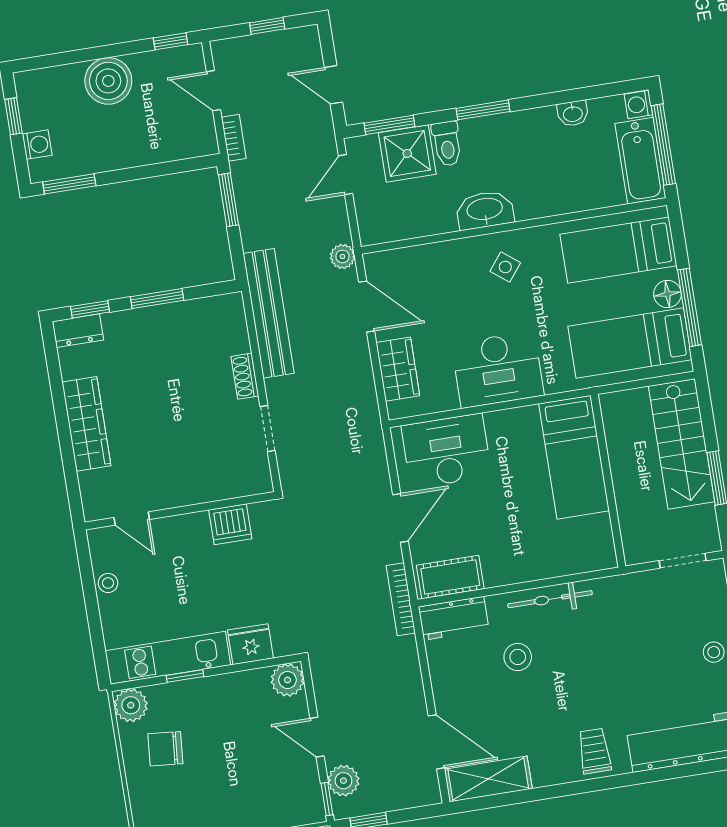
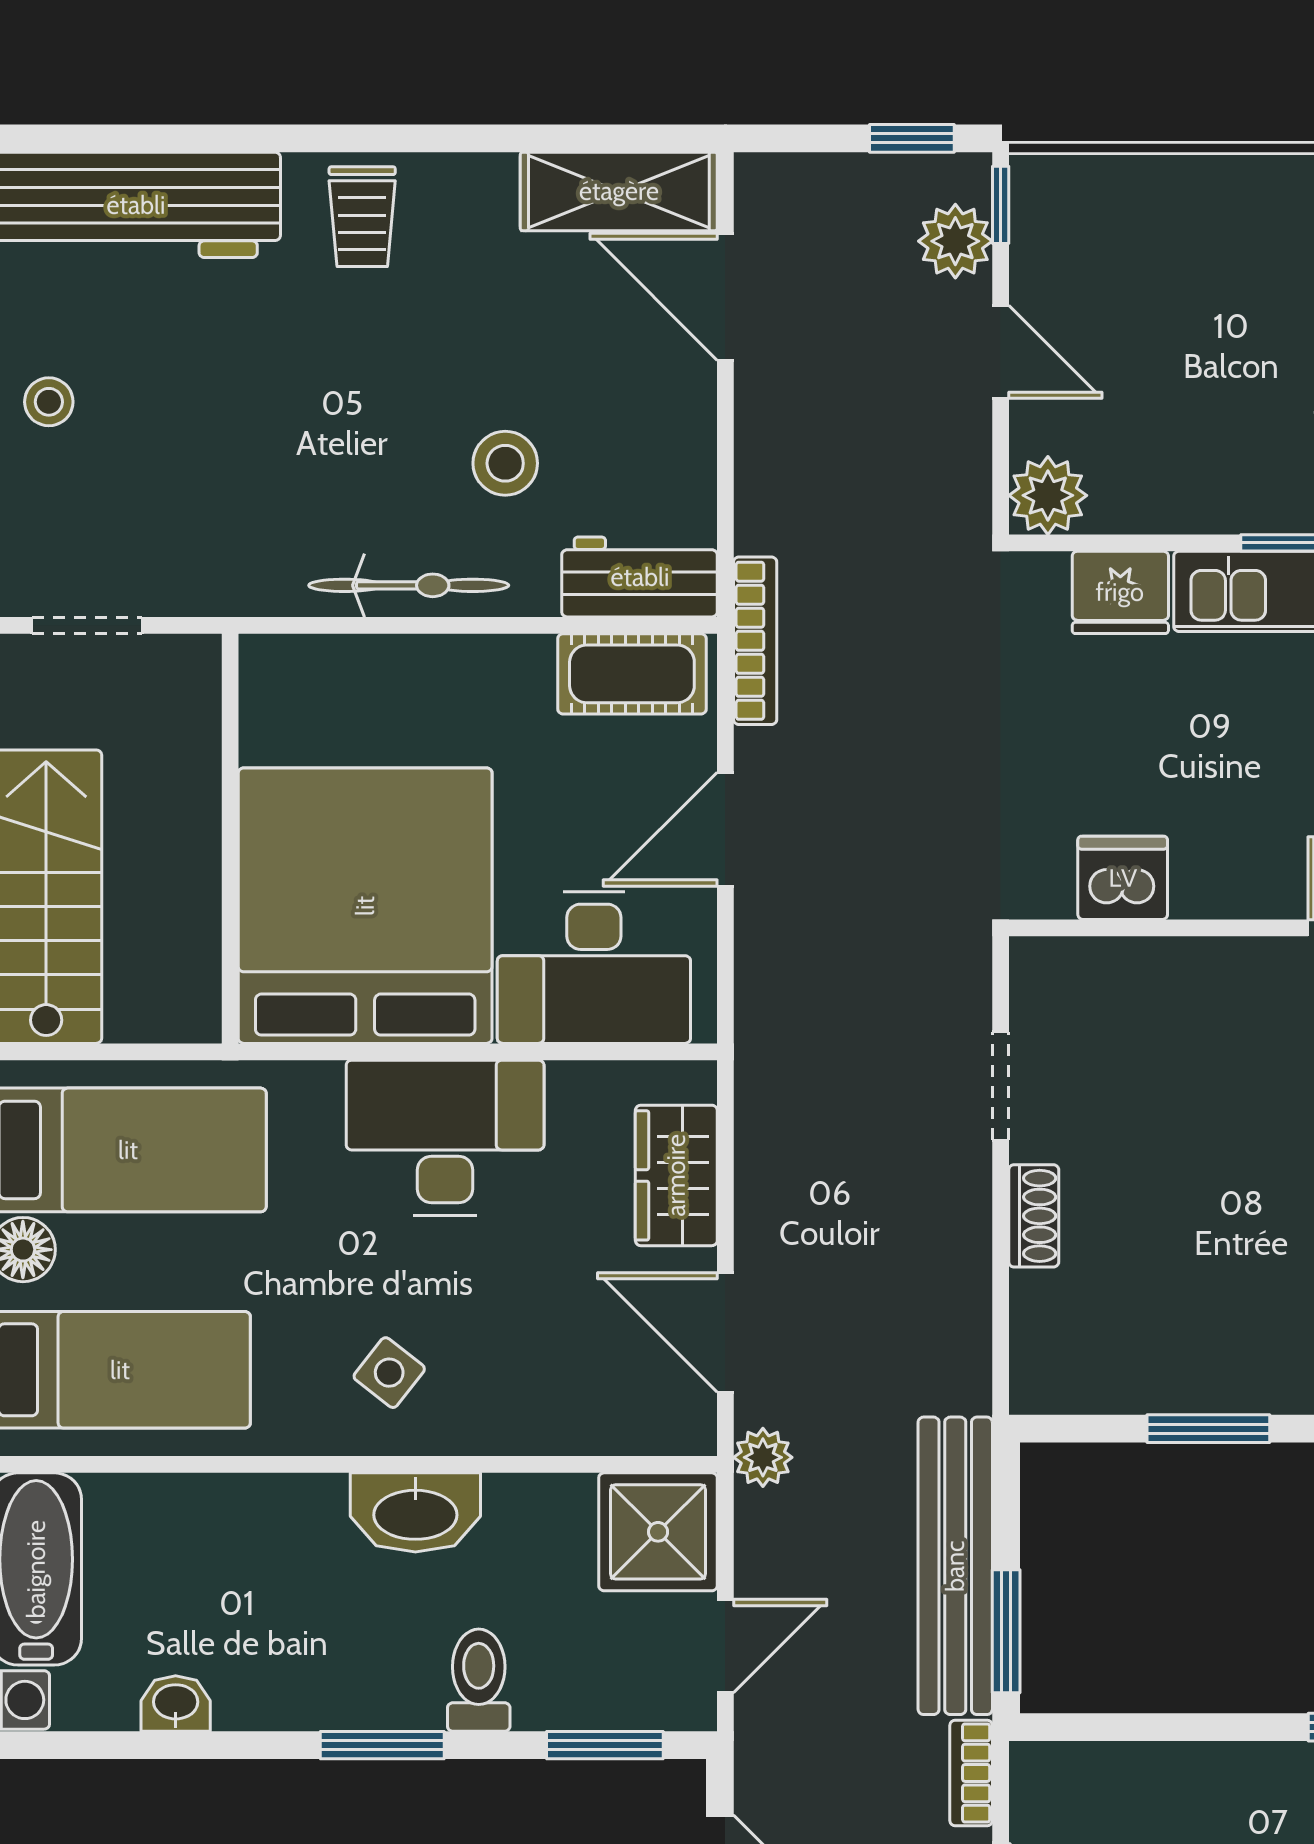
shower: (407, 153) -> (658, 1532), moved
bench: (269, 313) -> (955, 1566), moved
bed: (574, 457) -> (365, 906), width x2.04

